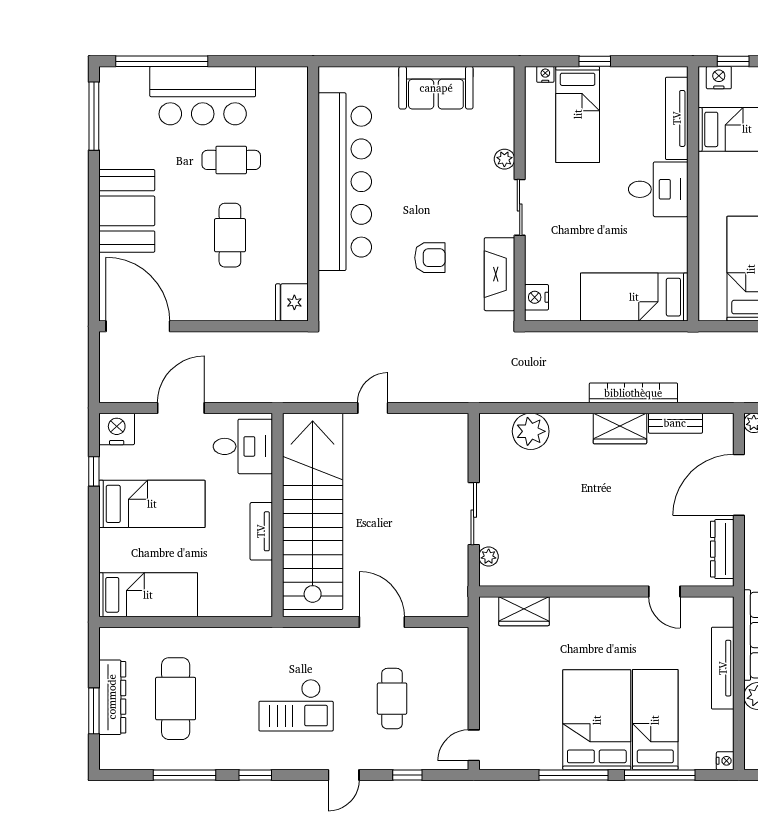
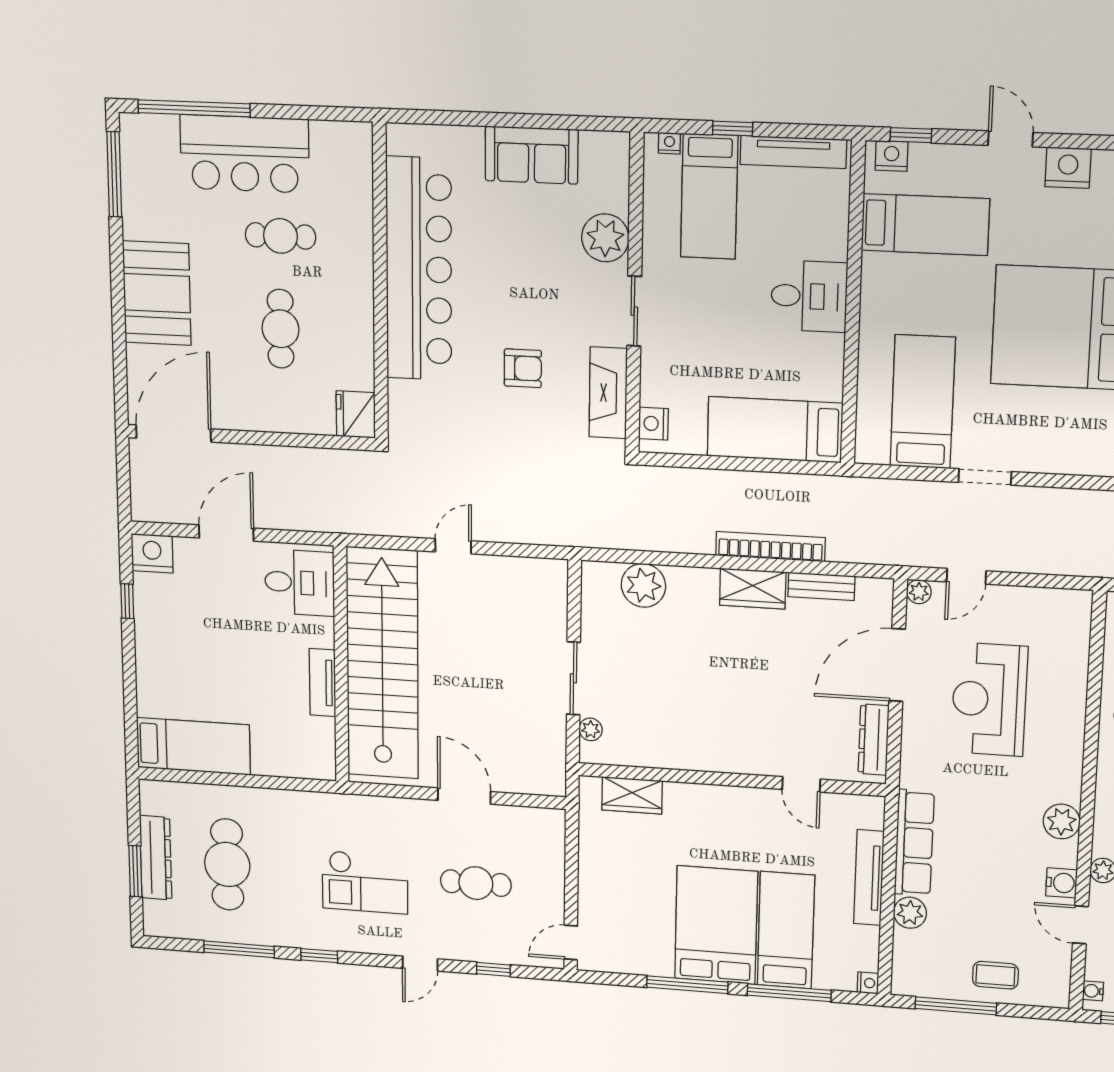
tv unit: (677, 118) -> (793, 152), moved, turned -90
plant: (504, 159) -> (605, 238), width x1.88, depth x1.88
door: (138, 326) -> (174, 433), hinge flipped
bed: (152, 504) -> (195, 643), removed
cafe table: (392, 699) -> (476, 883), turned 90

